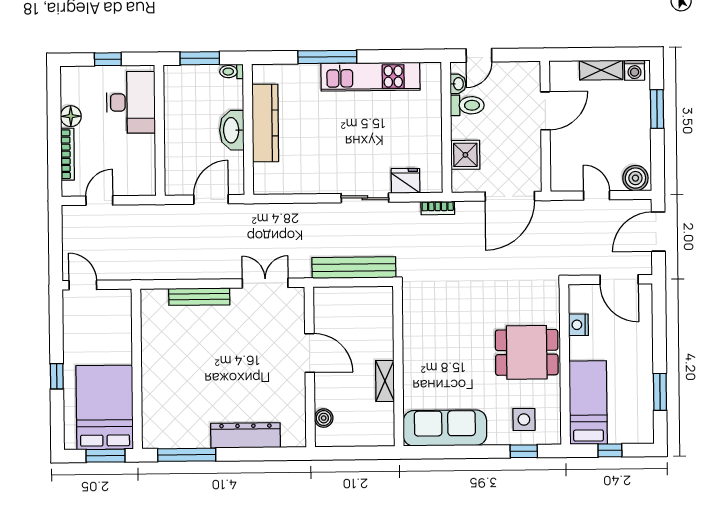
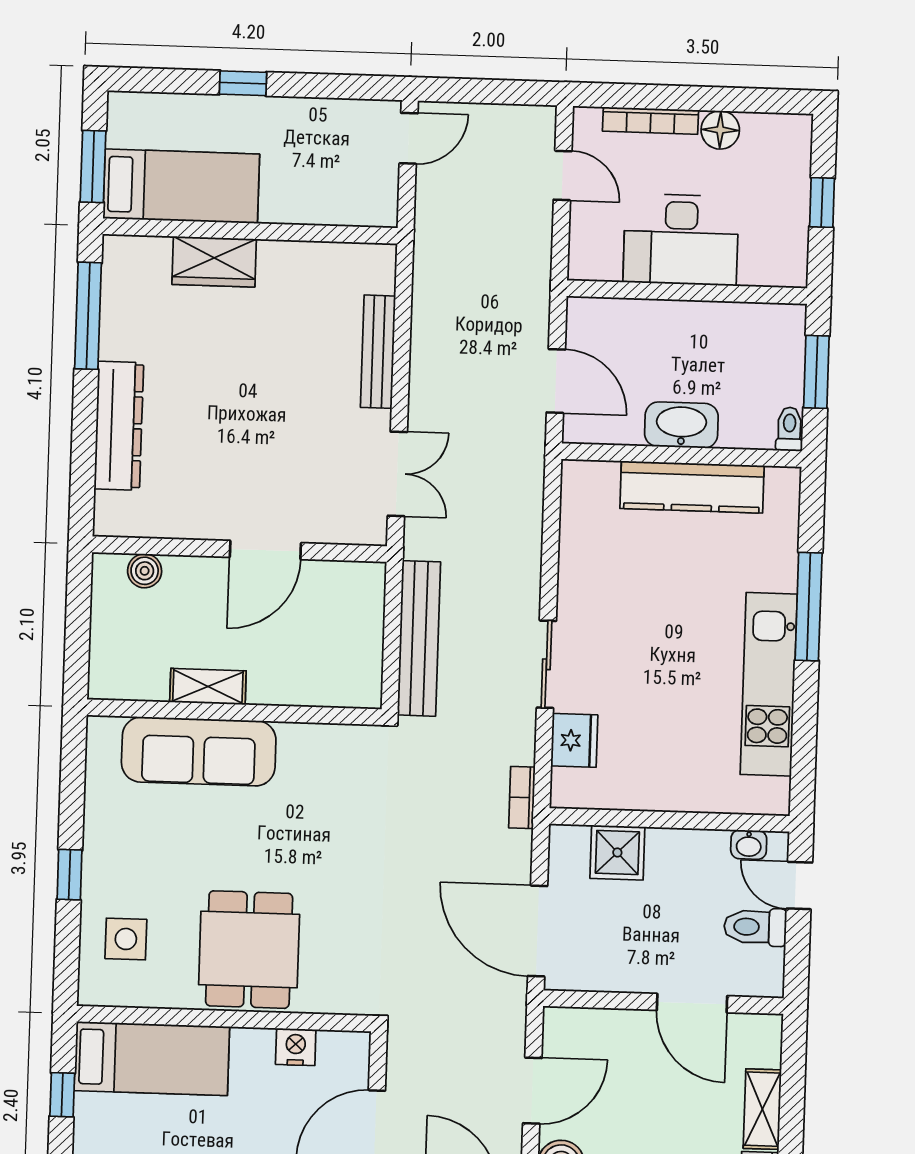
desk: (131, 102) -> (681, 240), moved
toilet: (467, 105) -> (755, 927), moved, turned 90
door: (597, 195) -> (532, 1091), width x1.38
wardrobe: (154, 388) -> (214, 262), added
bed: (105, 407) -> (181, 186), width x0.67
sofa: (445, 428) -> (199, 751), moved, turned 90
window: (524, 451) -> (69, 875), moved

